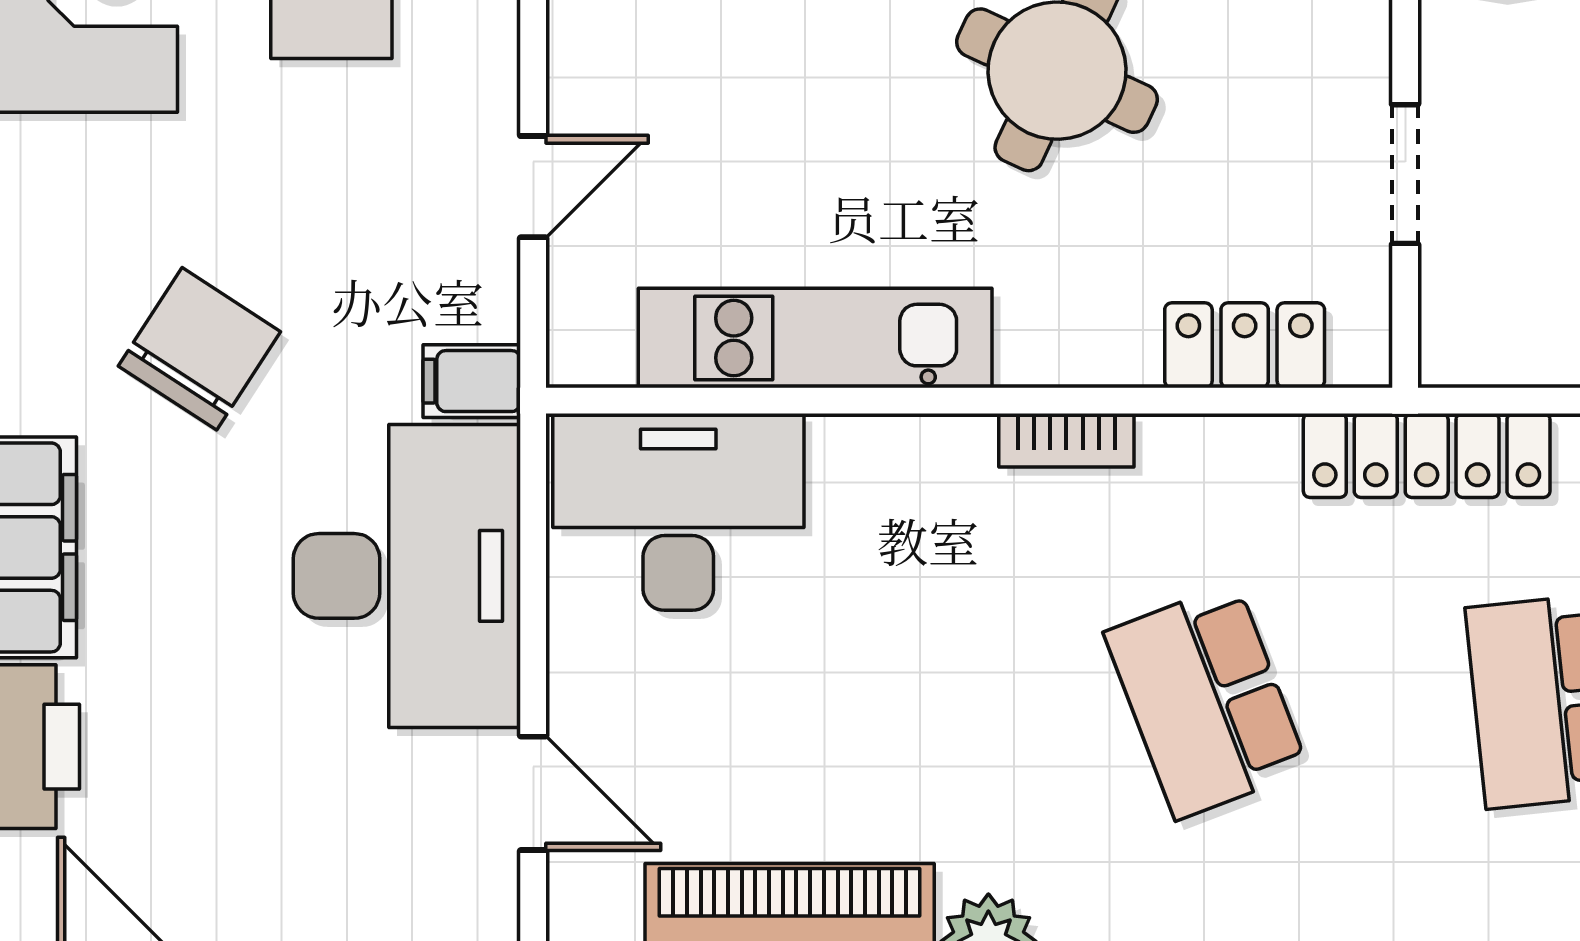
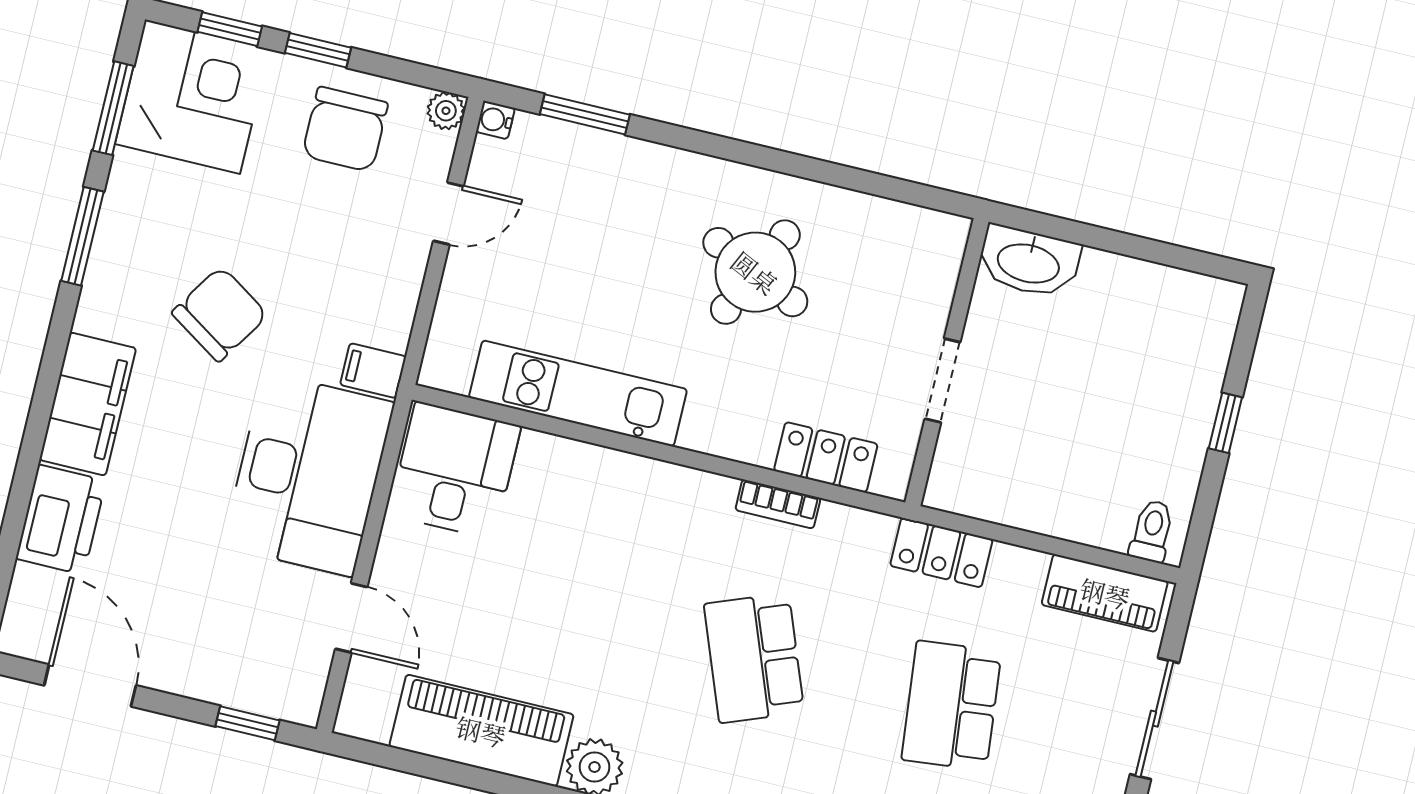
door: (533, 187) -> (448, 213), moved
bookcase: (1066, 440) -> (778, 504), moved
locker: (1427, 455) -> (941, 553), width x0.66
desk: (678, 512) -> (455, 470), width x0.73

